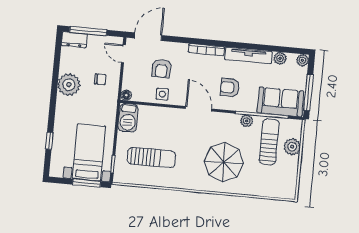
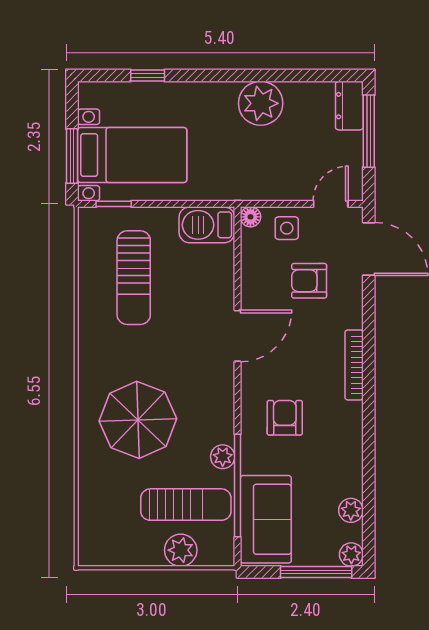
tv unit: (248, 55) -> (351, 448), removed
chair: (100, 79) -> (277, 163), removed
window: (308, 92) -> (316, 572), moved
side table: (162, 94) -> (287, 228), moved
door: (199, 109) -> (238, 336), moved

